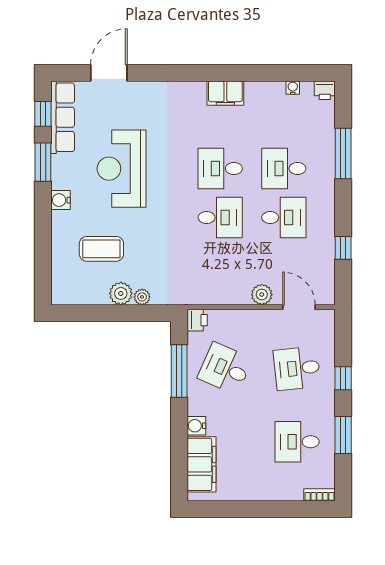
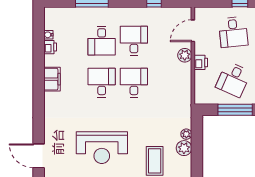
printer: (325, 90) -> (50, 47), moved
desk: (220, 169) -> (102, 83), turned 180
printer: (197, 320) -> (201, 62), moved, turned 90

